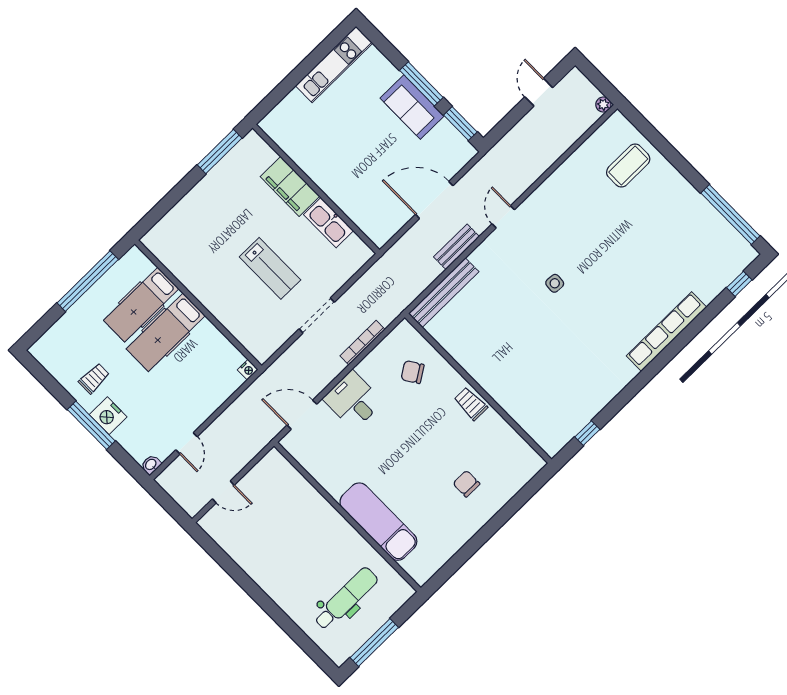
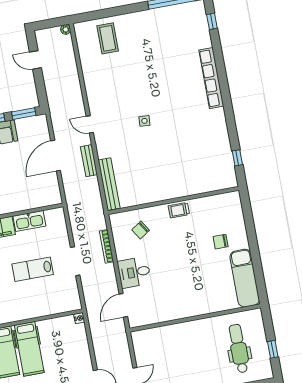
lab bench: (270, 268) -> (33, 269), turned 180
exam couch: (378, 522) -> (245, 278), moved, turned -90
window: (374, 643) -> (273, 349), width x0.46

